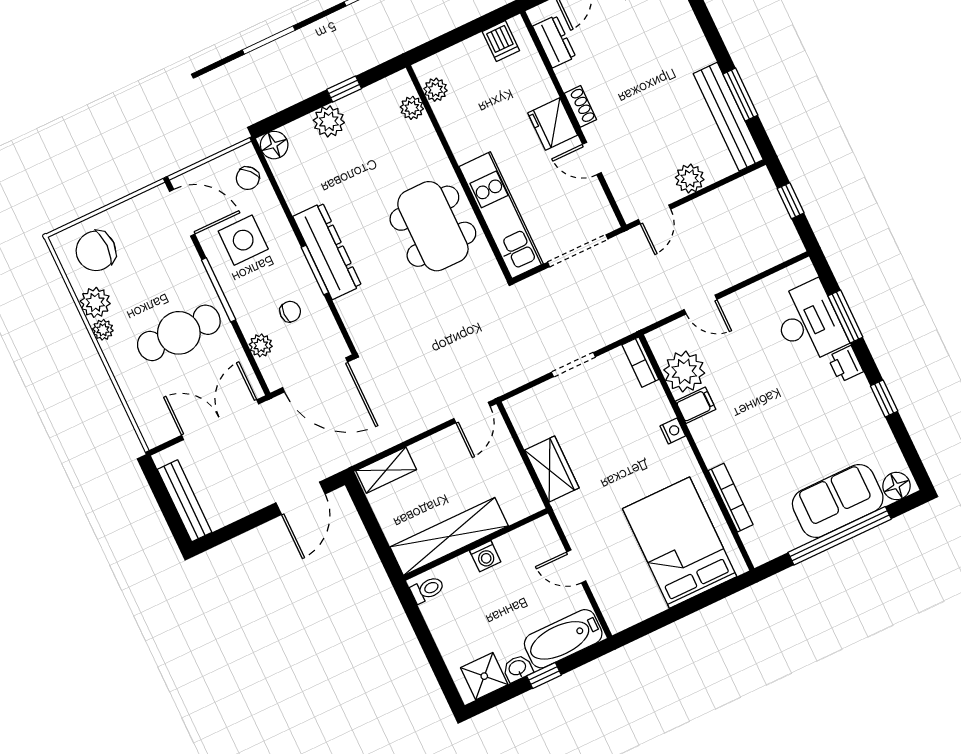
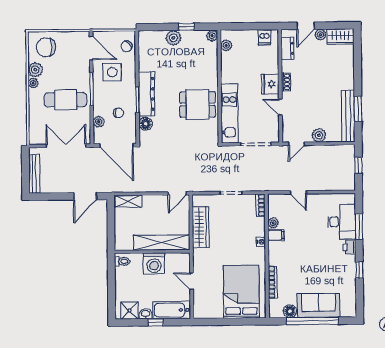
plant: (412, 108) -> (212, 36), moved
floor lamp: (274, 145) -> (146, 124), moved
dining table: (433, 226) -> (198, 104), width x0.73
plant: (684, 372) -> (273, 223), width x0.53, depth x0.53
wardrobe: (552, 469) -> (200, 227), width x1.50
floor lamp: (896, 486) -> (290, 311), moved
shelving: (449, 536) -> (161, 243), moved
washing machine: (485, 556) -> (154, 264), width x1.89, depth x1.89

